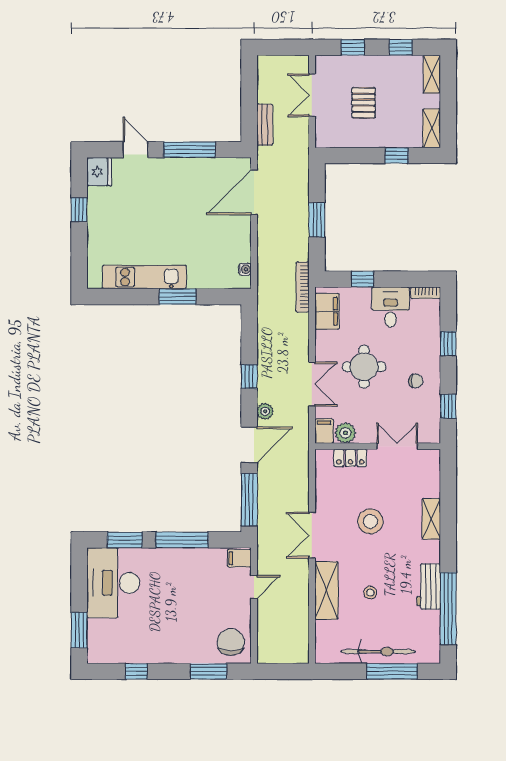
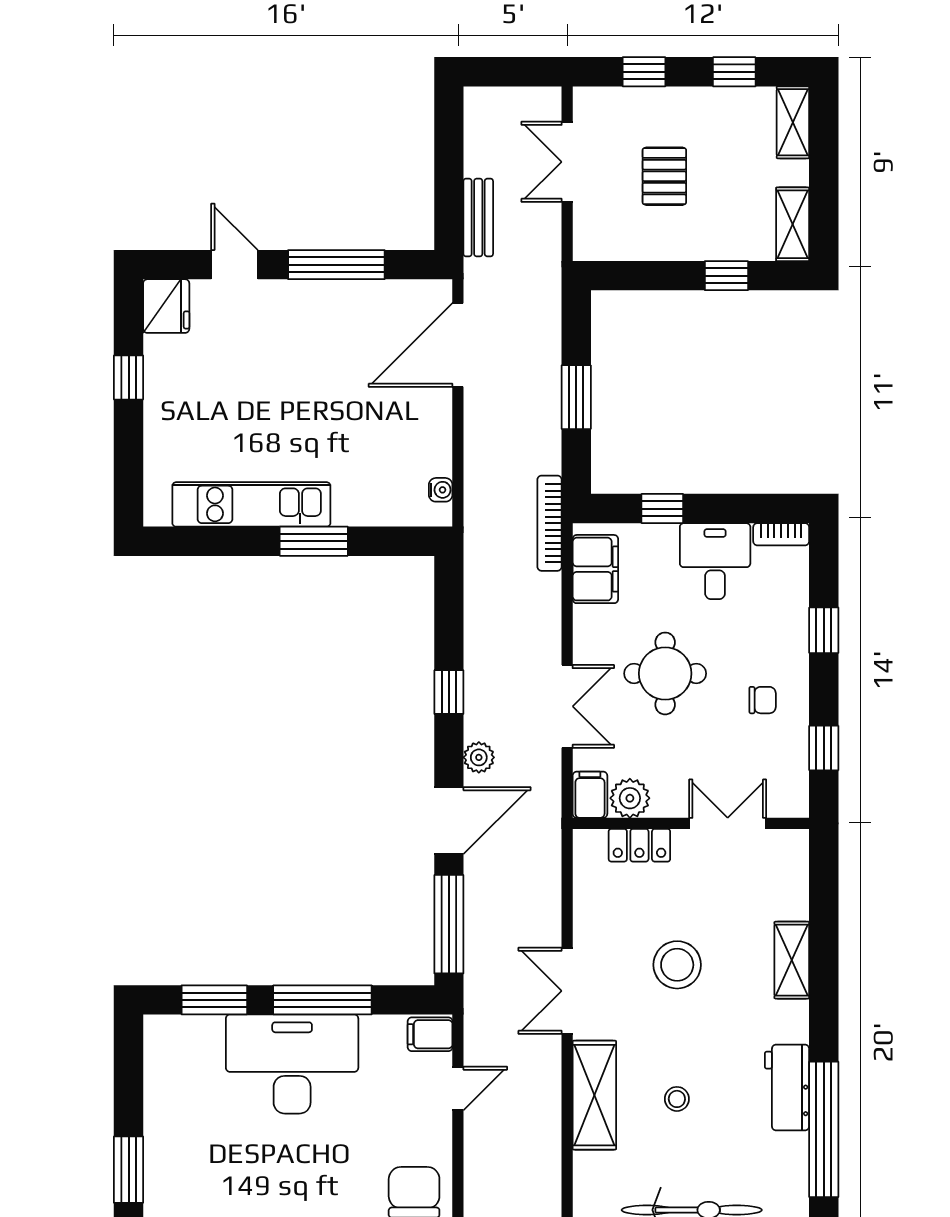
desk: (113, 583) -> (292, 1064), moved, turned 90

